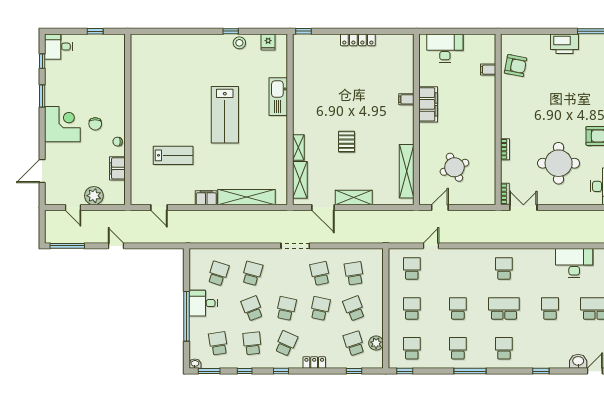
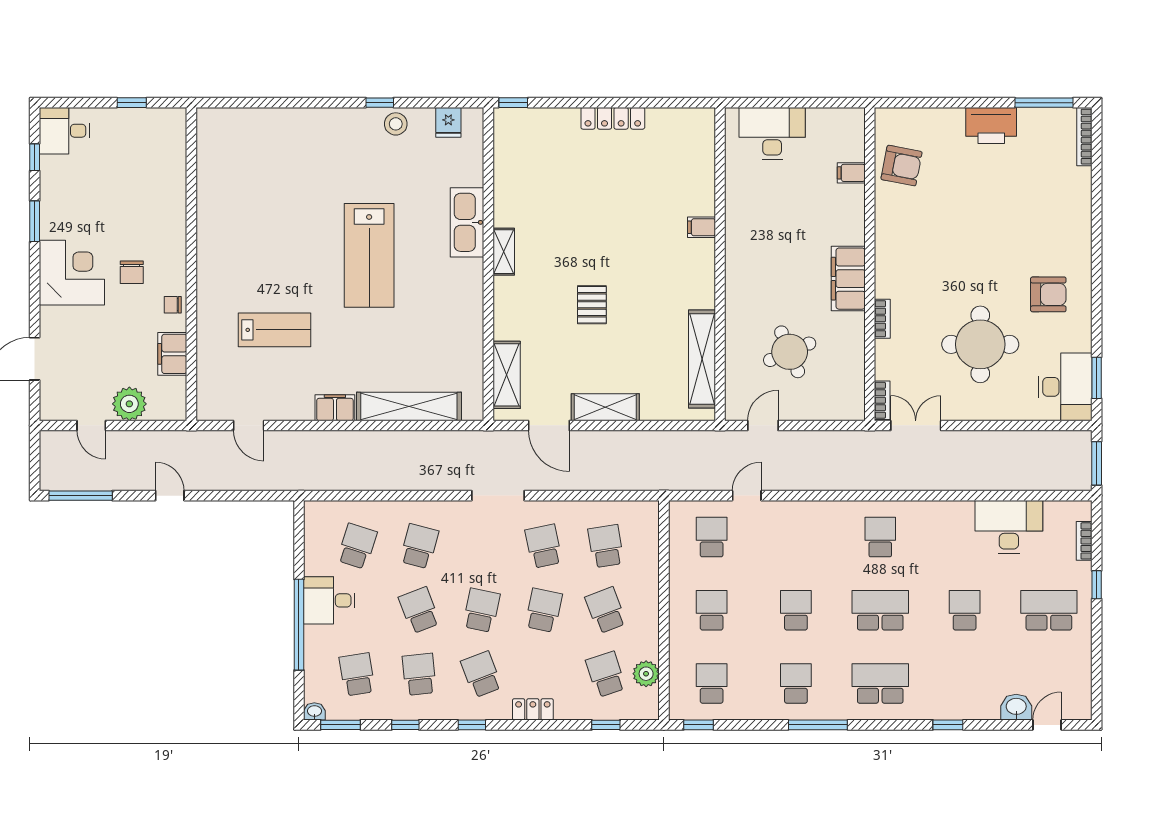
filing cabinet: (428, 104) -> (848, 279), moved, turned 180
shelving: (298, 148) -> (504, 252), moved
school desk: (286, 343) -> (481, 674), turned -45
school desk: (504, 348) -> (880, 683), width x1.85

